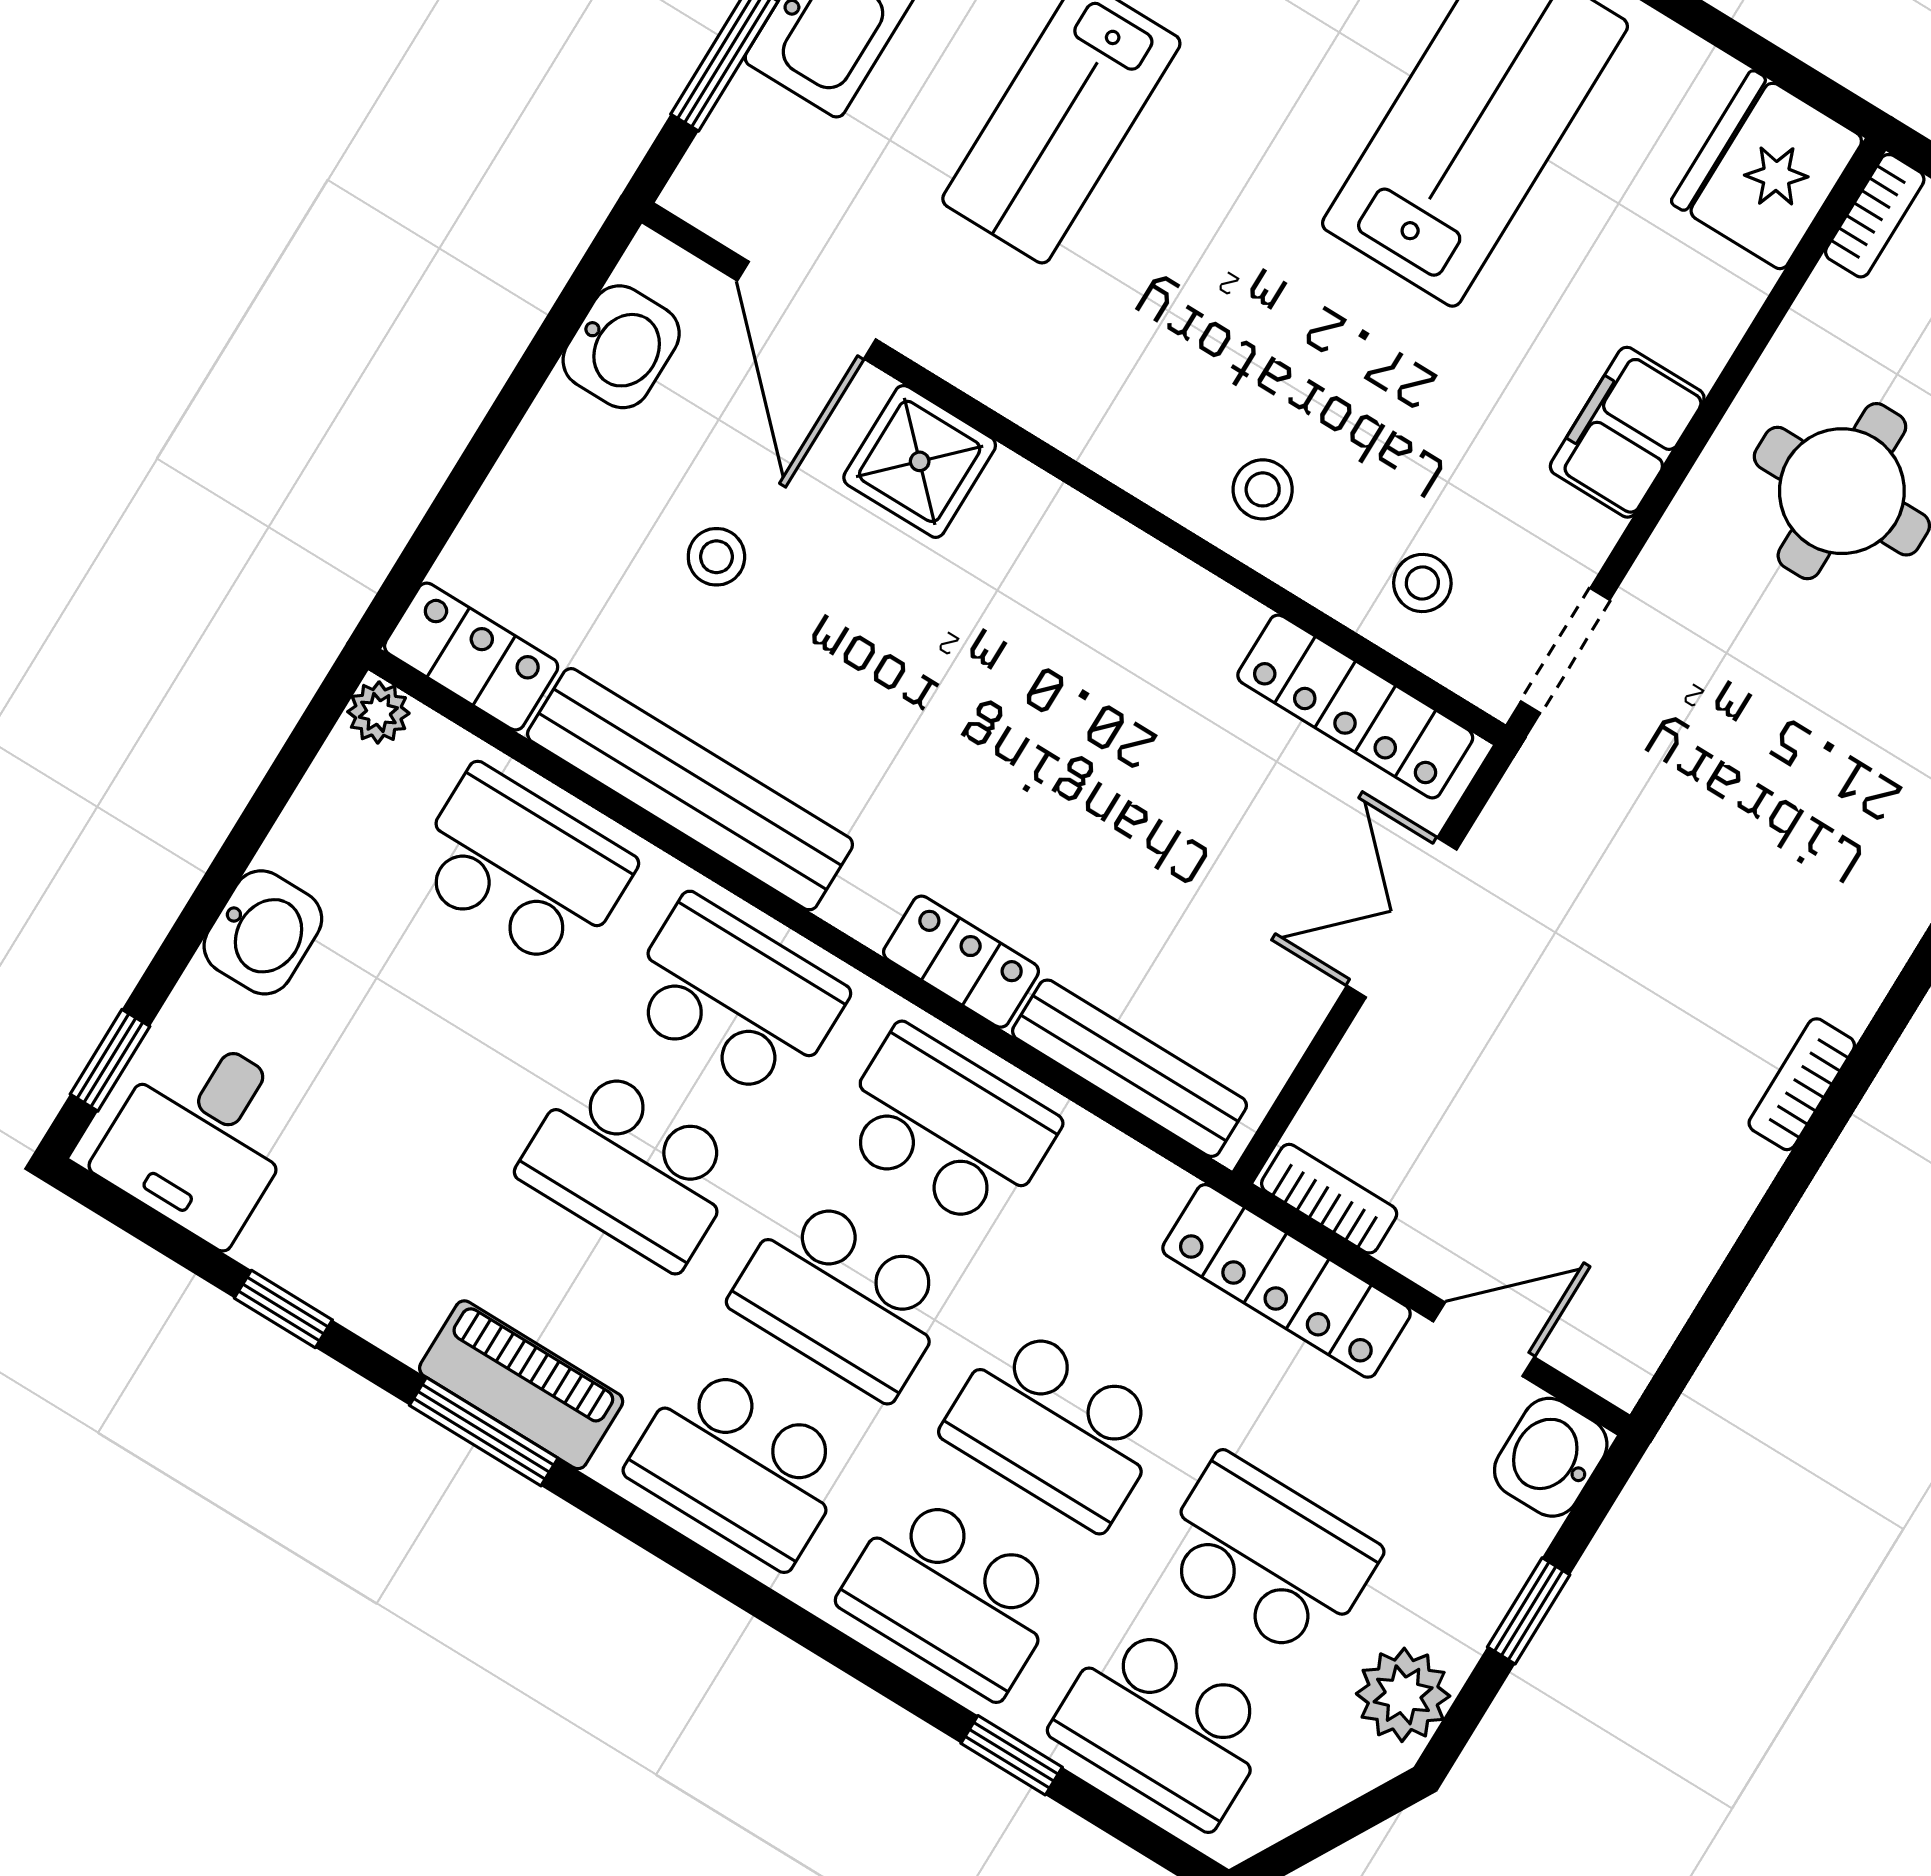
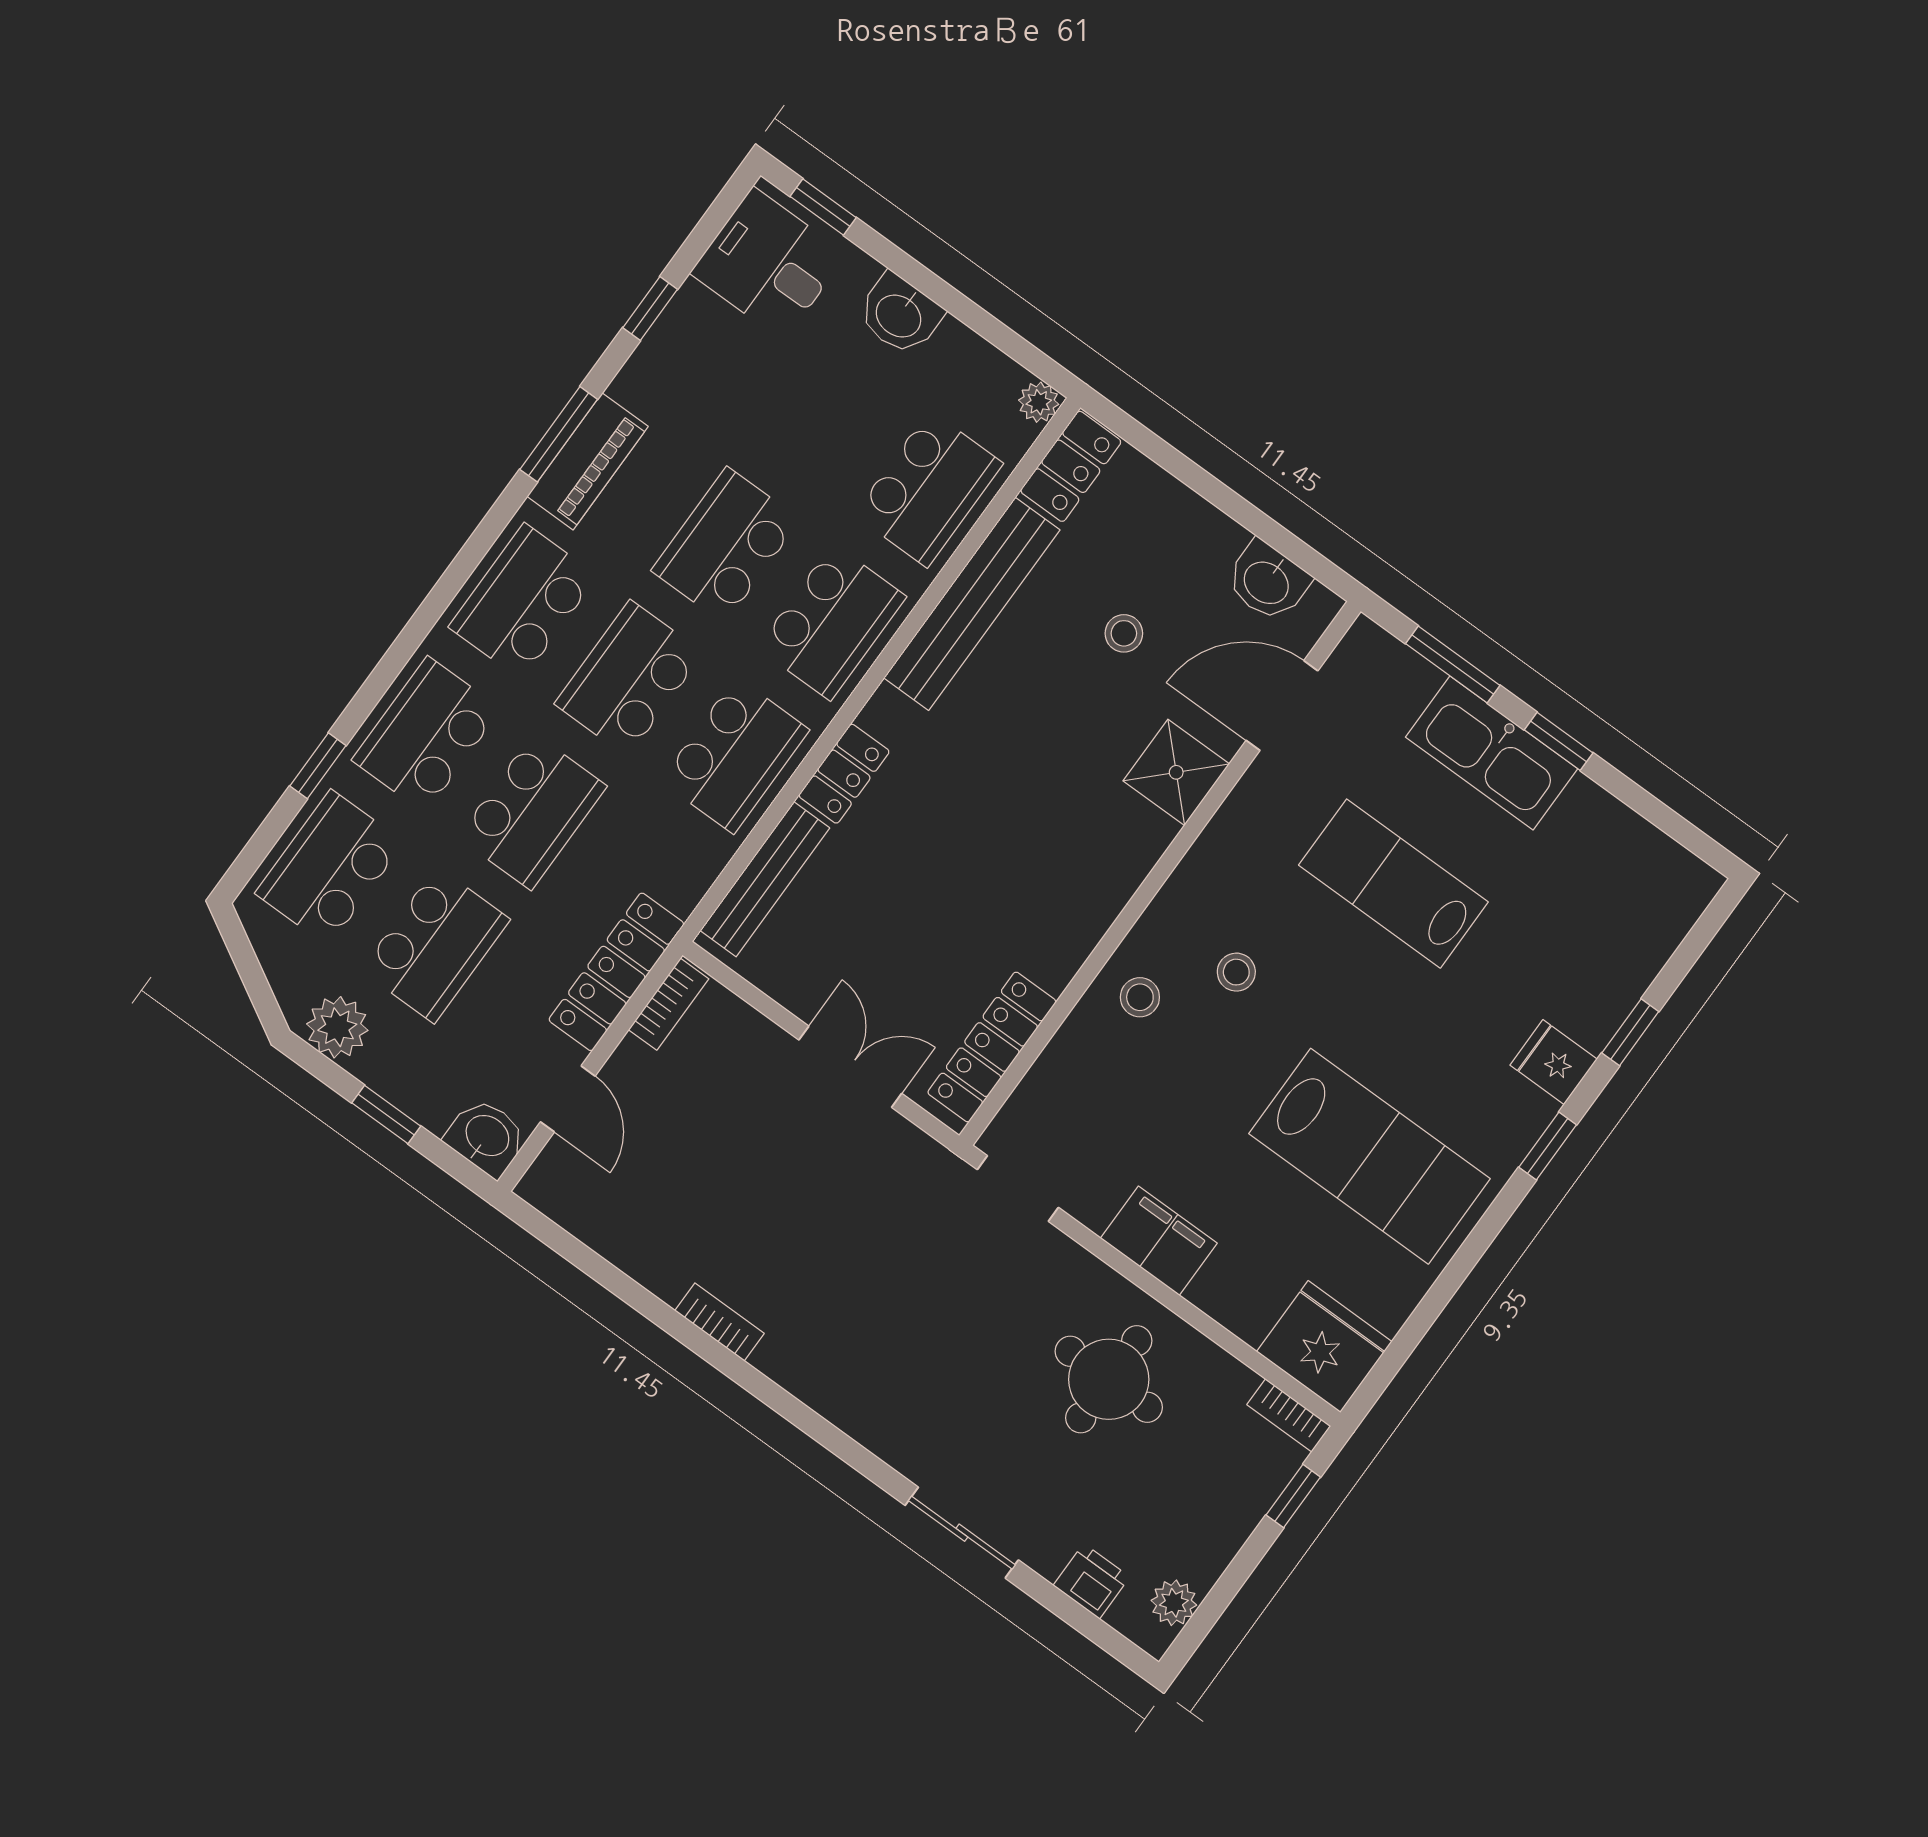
stool: (1422, 583) -> (1236, 972), moved
school desk: (1055, 1427) -> (532, 812), turned 180

